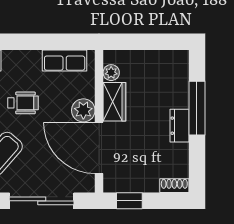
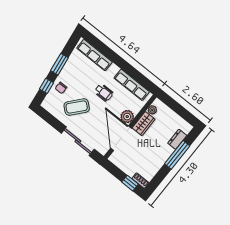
row of seats: (65, 61) -> (132, 85), width x1.48
dresser: (180, 126) -> (177, 139), moved
window: (129, 201) -> (130, 183), moved

